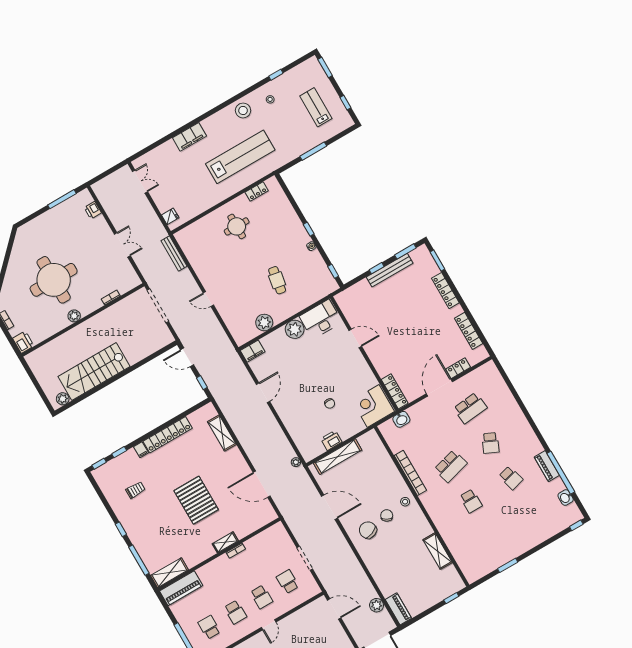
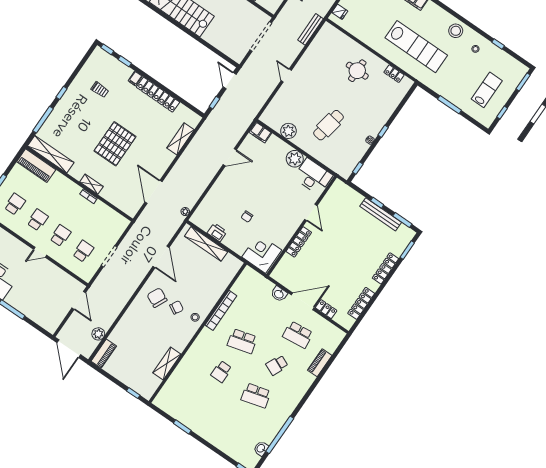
cafe table: (277, 280) -> (329, 125), width x1.37, depth x1.35
locker: (395, 391) -> (299, 242), moved
washbasin: (401, 419) -> (279, 294), moved
piano: (547, 466) -> (320, 363), moved
school desk: (511, 478) -> (256, 395), width x1.85
chair: (368, 530) -> (157, 298), turned -44
shelving: (169, 573) -> (51, 154), width x1.47
school desk: (262, 597) -> (60, 236), turned 180
school desk: (235, 612) -> (38, 220), turned 180

